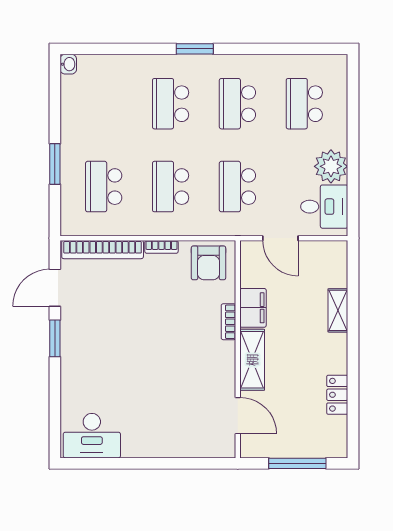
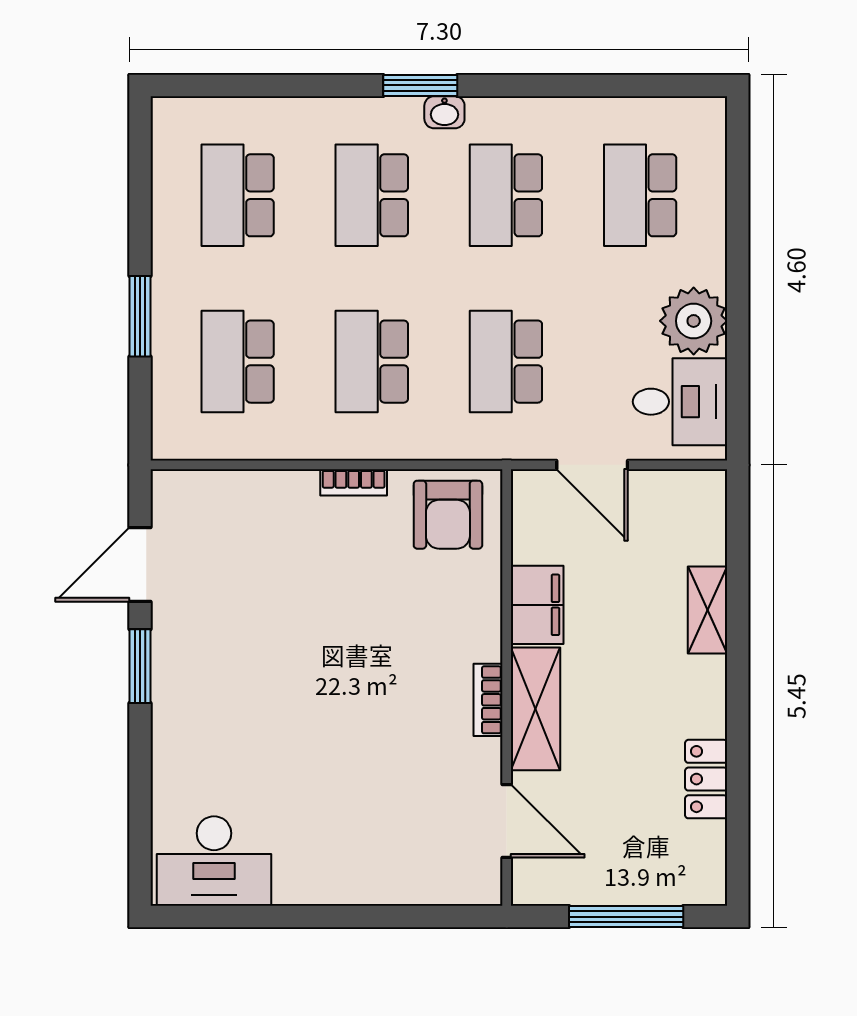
washbasin: (68, 64) -> (444, 112), moved, turned 90
school desk: (104, 104) -> (238, 195), added
bookcase: (103, 250) -> (235, 488), removed
bookcase: (228, 322) -> (488, 700), moved

